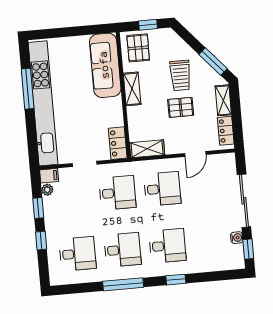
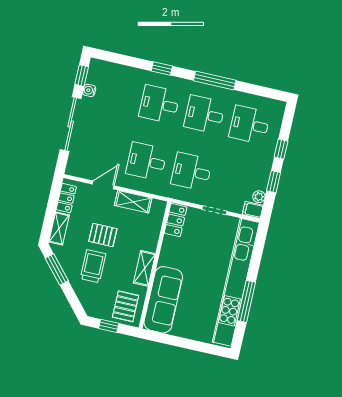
shelving: (147, 149) -> (133, 202), moved

